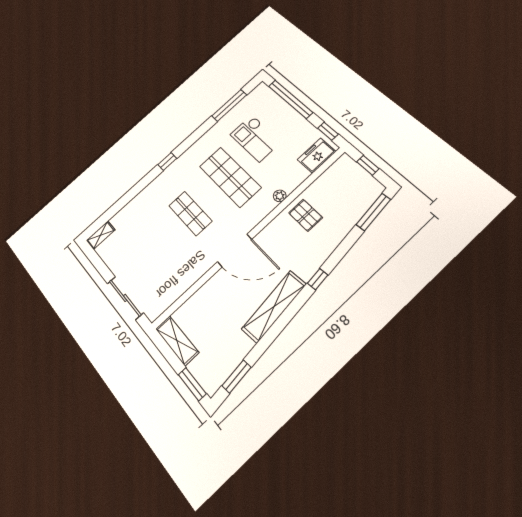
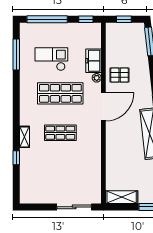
checkout: (256, 138) -> (51, 59), turned 180
freezer: (317, 155) -> (93, 61), moved
window: (167, 161) -> (16, 158), moved
shelving: (101, 235) -> (24, 137), moved
door: (235, 251) -> (103, 107), moved

